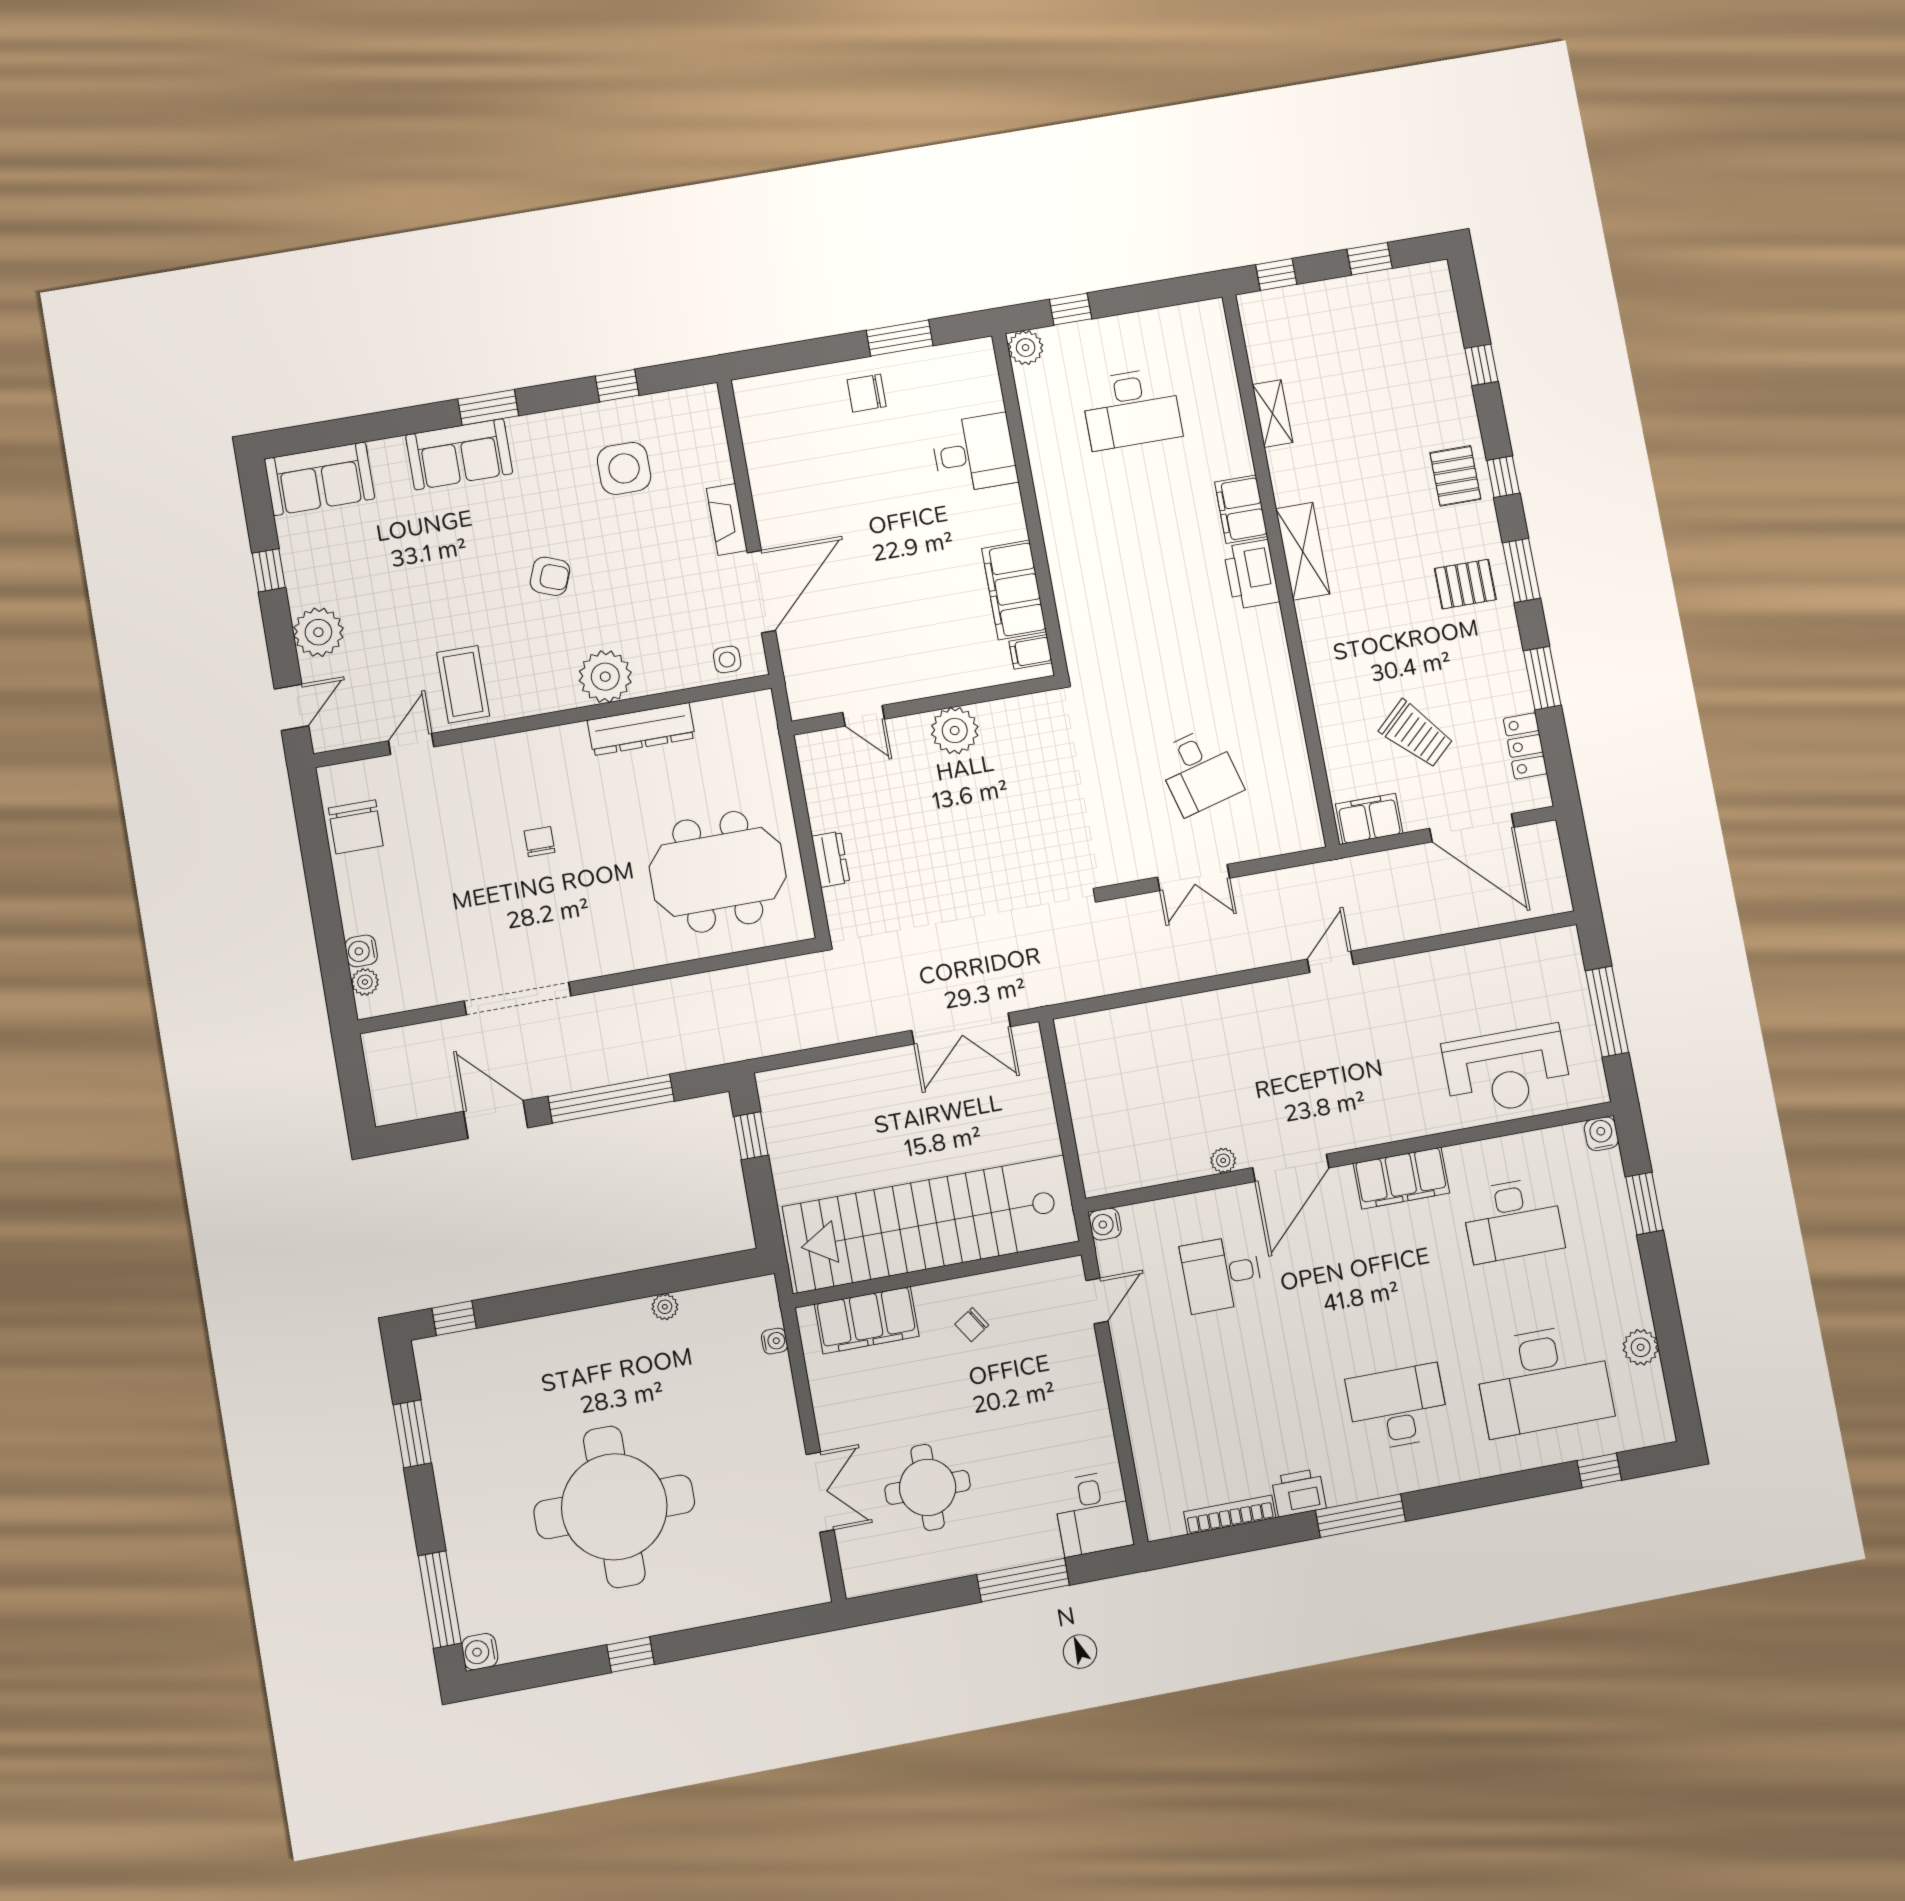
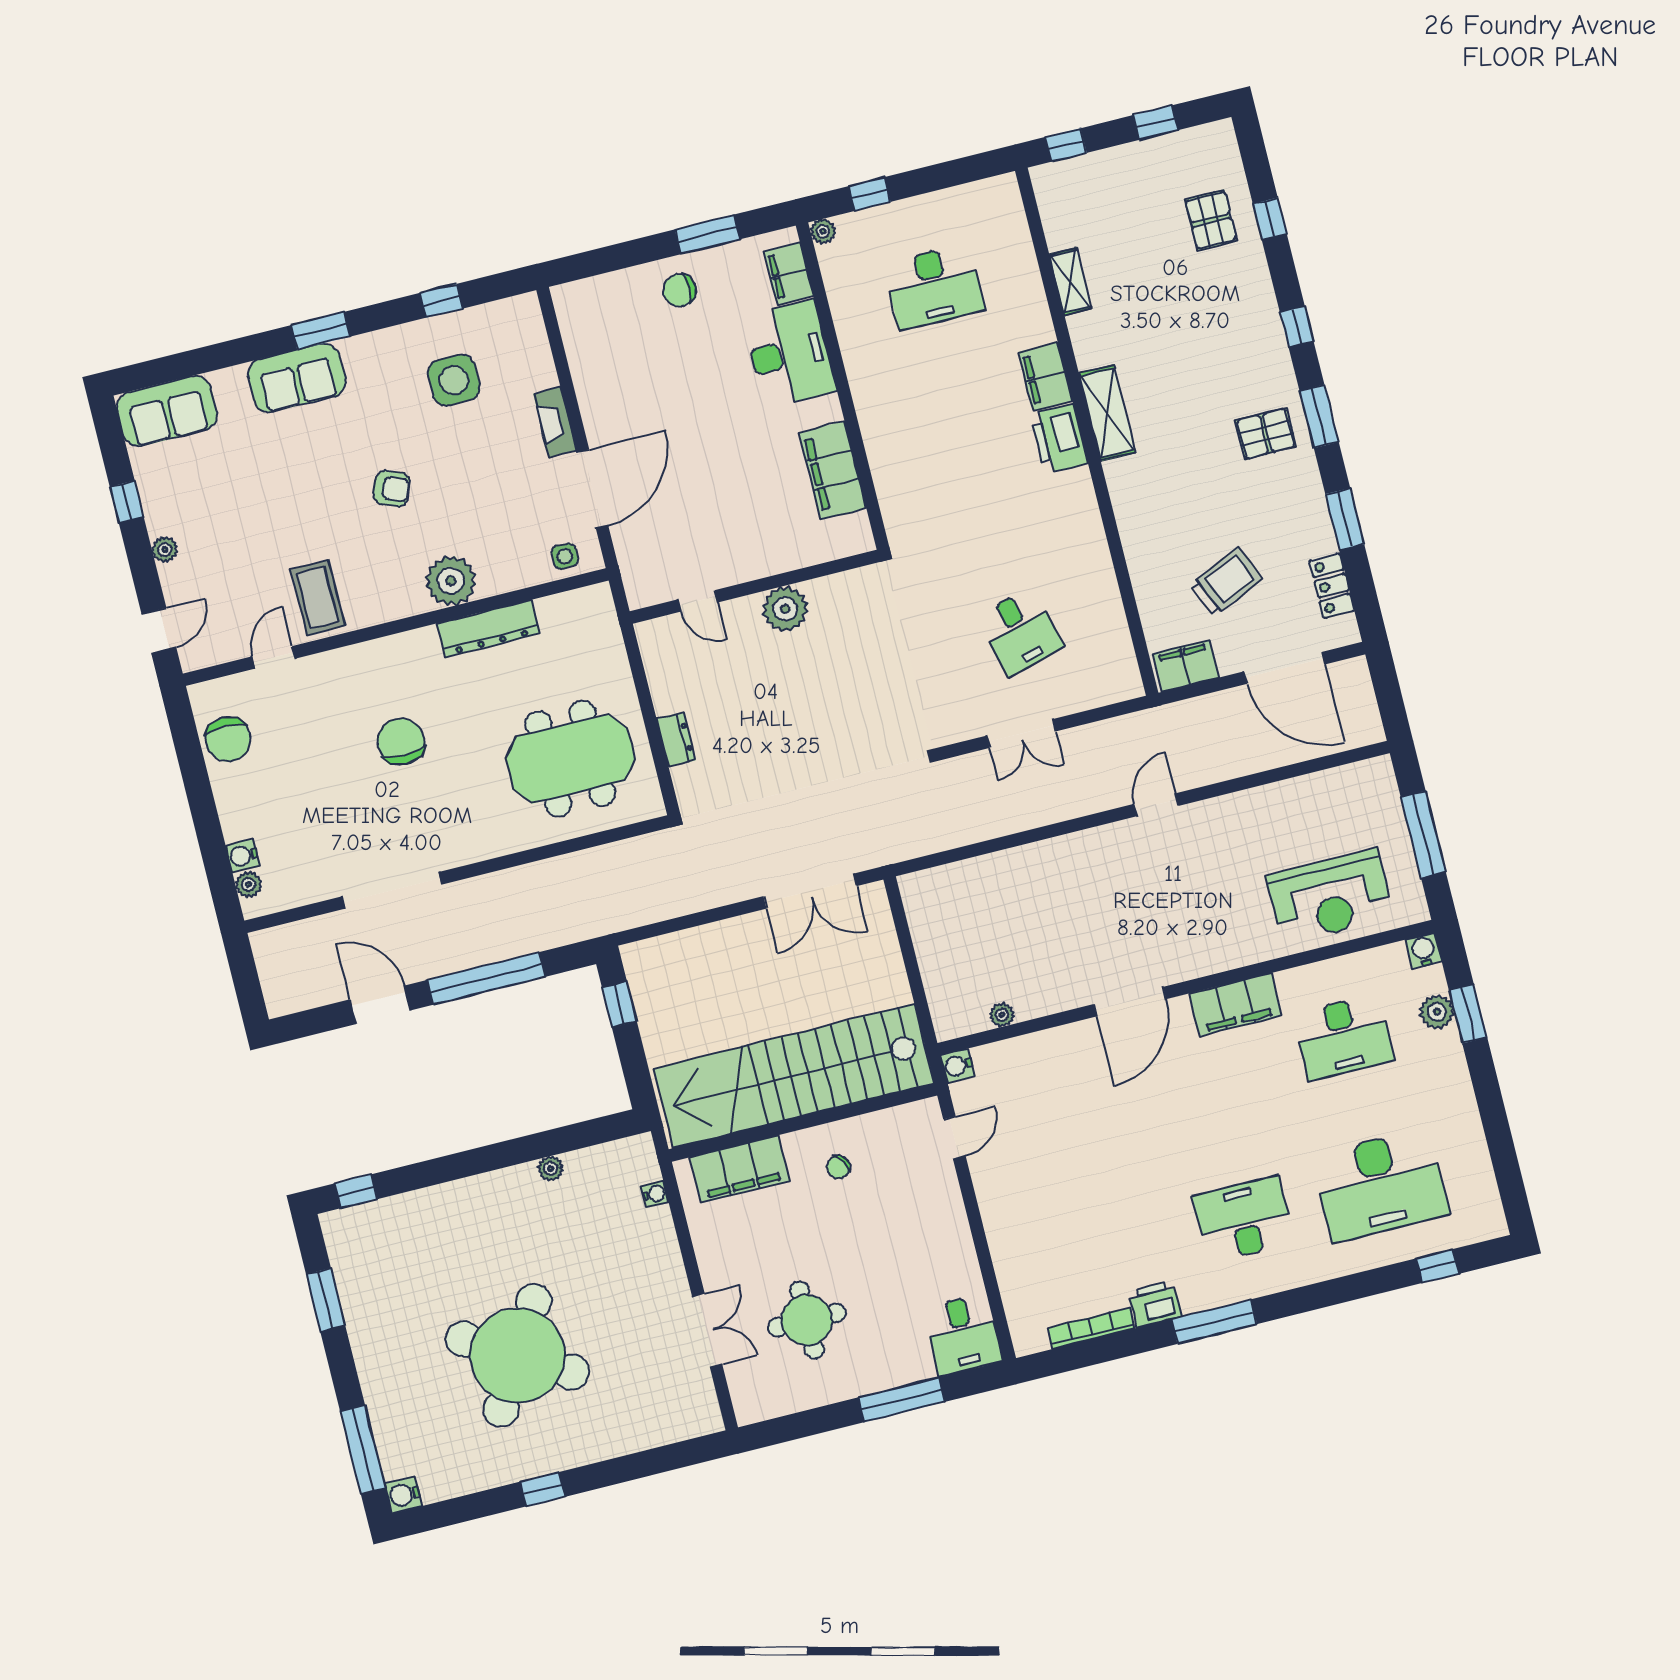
plant: (1026, 348) -> (823, 231), width x0.73, depth x0.73
desk: (974, 453) -> (789, 354), width x1.37
pallet: (1455, 476) -> (1211, 220), moved
plant: (318, 632) -> (165, 550), width x0.53, depth x0.53
filing cabinet: (1031, 652) -> (789, 274), moved, width x2.00
trolley: (1416, 734) -> (1226, 582), turned -71
chair: (539, 842) -> (401, 742), width x1.87, depth x1.87
plant: (1223, 1160) -> (1002, 1015), moved
desk: (1222, 1274) -> (1070, 1105), removed
plant: (1641, 1347) -> (1437, 1012), moved
round table: (614, 1507) -> (517, 1355), turned 31

